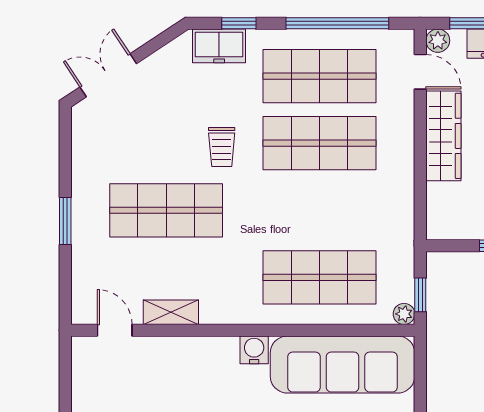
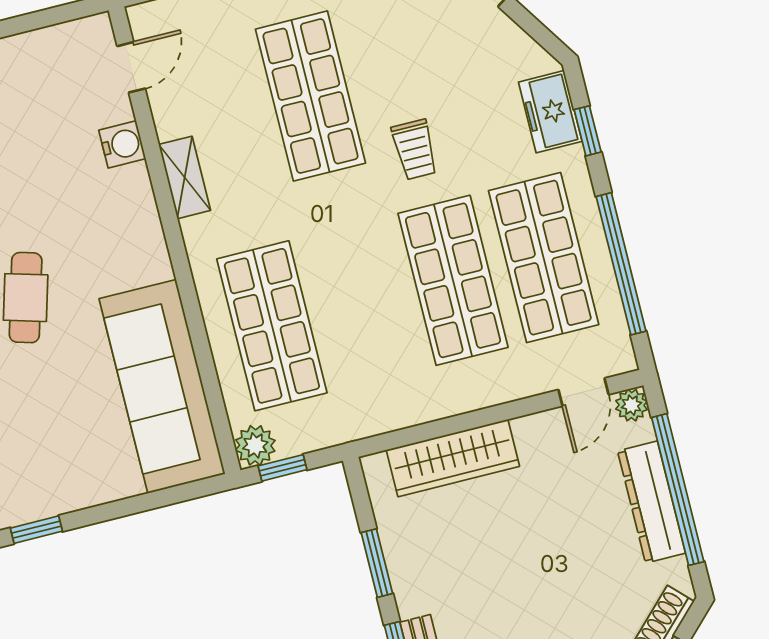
wardrobe: (443, 136) -> (453, 458), moved
trolley: (222, 147) -> (415, 150), turned -90
shelving: (171, 312) -> (185, 177), moved
plant: (404, 314) -> (255, 445), width x1.38, depth x1.38
water cooler: (254, 350) -> (122, 144), moved

